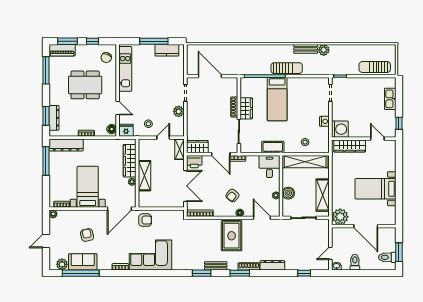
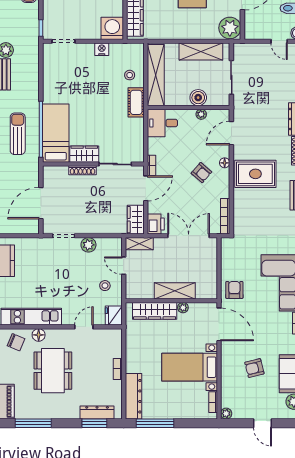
sun lounger: (287, 68) -> (18, 134), moved
bed: (277, 99) -> (56, 133), moved, turned -90
floor lamp: (112, 129) -> (39, 335), moved
cot: (273, 147) -> (136, 102), moved

